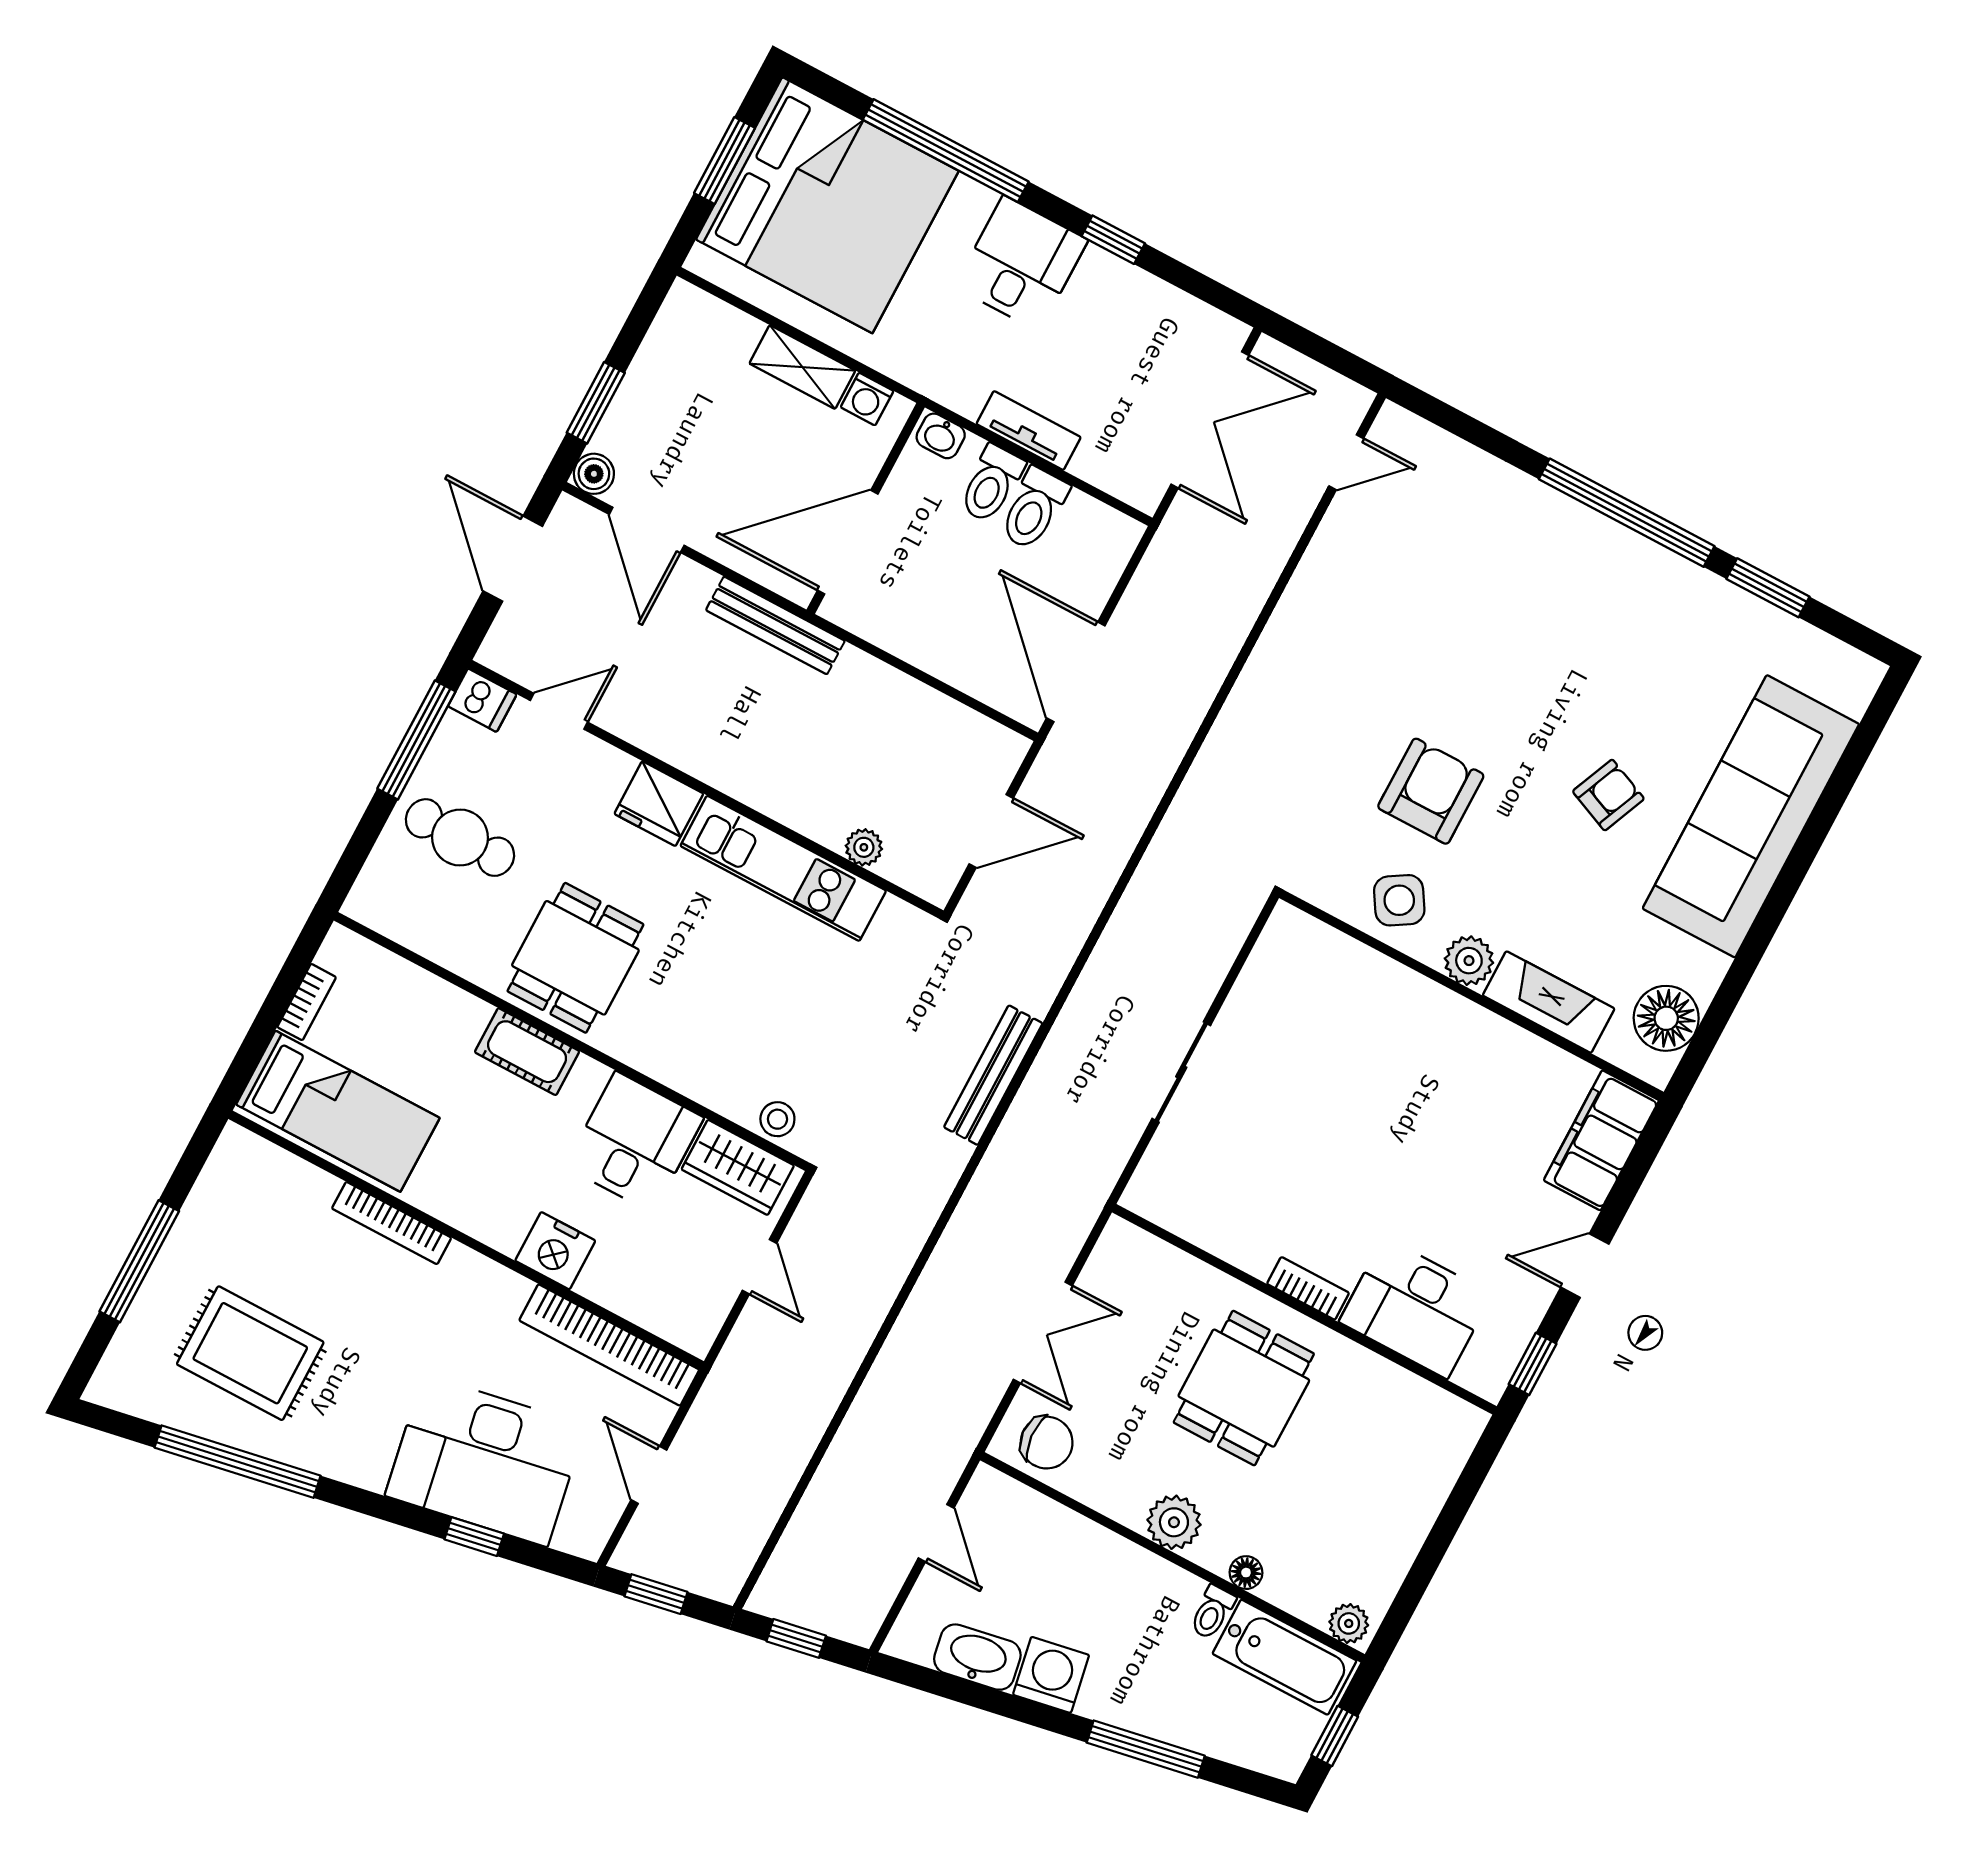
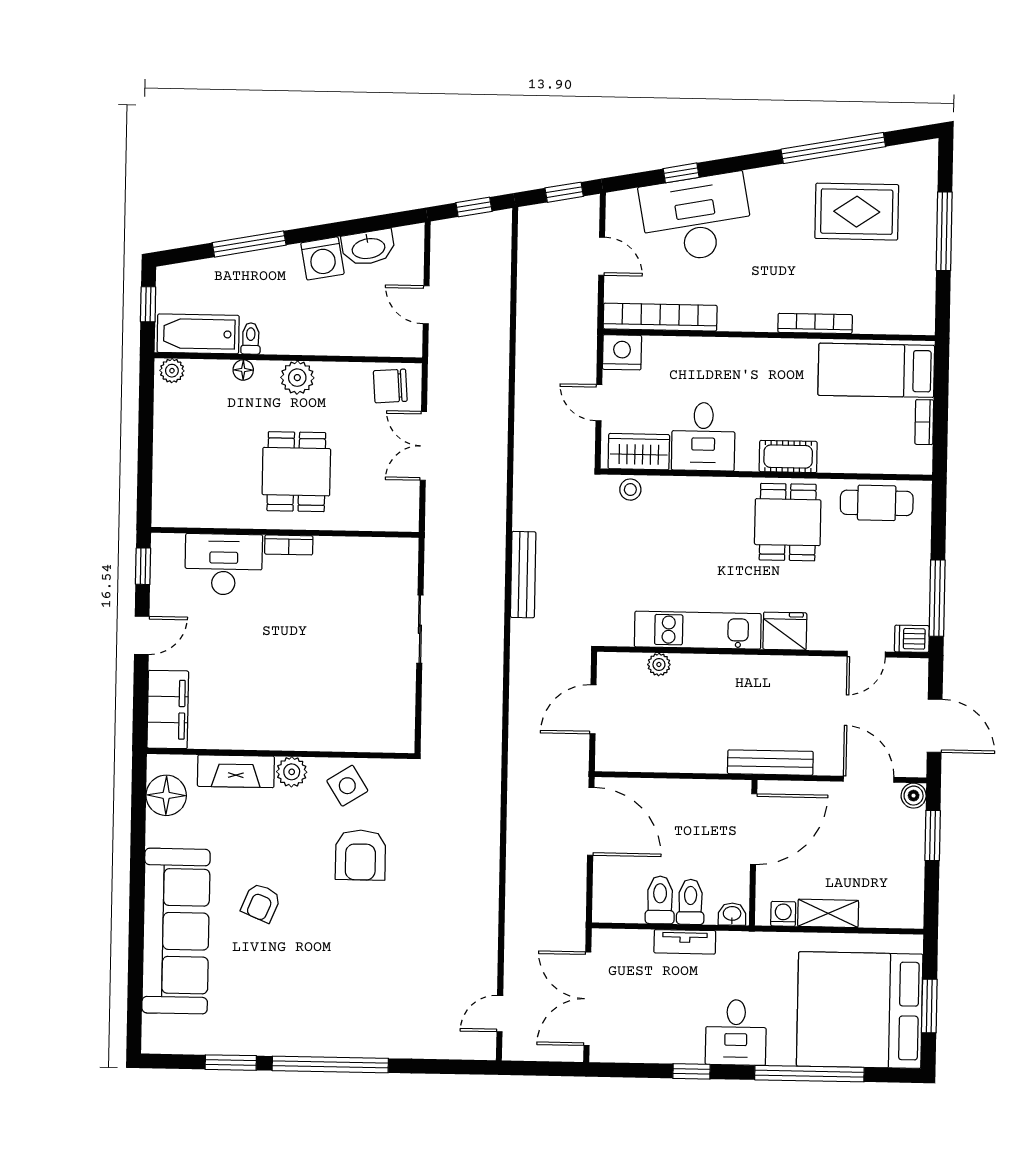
cafe table: (460, 838) -> (877, 503), moved
nightstand: (555, 1251) -> (622, 352), moved

